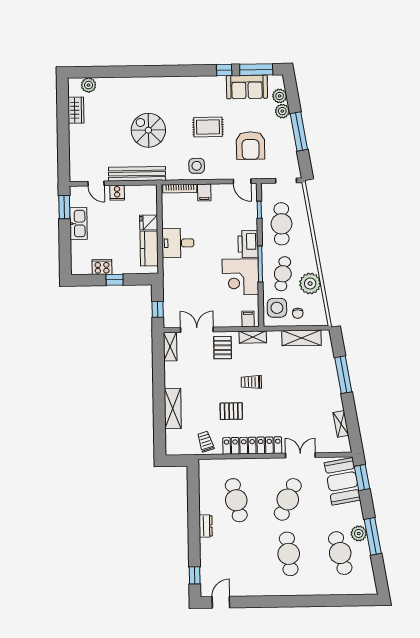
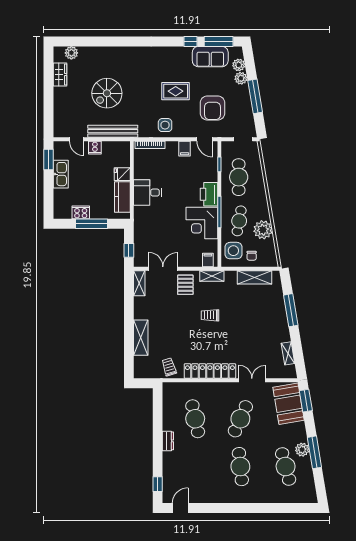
spiral stairs: (148, 130) -> (107, 93), moved, turned -90
filing cabinet: (204, 192) -> (185, 149), moved
window: (115, 280) -> (92, 224), width x2.17
pallet: (231, 411) -> (192, 341), removed

